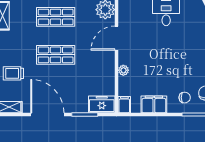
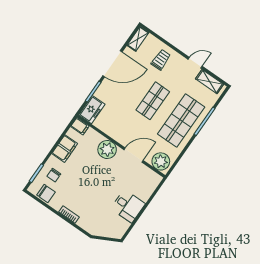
shop shelf: (56, 17) -> (181, 120), width x1.43, depth x1.36
door: (117, 38) -> (134, 155), hinge flipped
plant: (123, 70) -> (107, 150), width x1.88, depth x1.88

